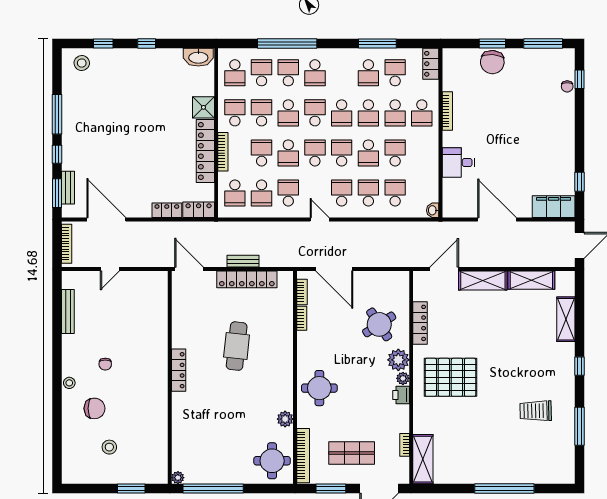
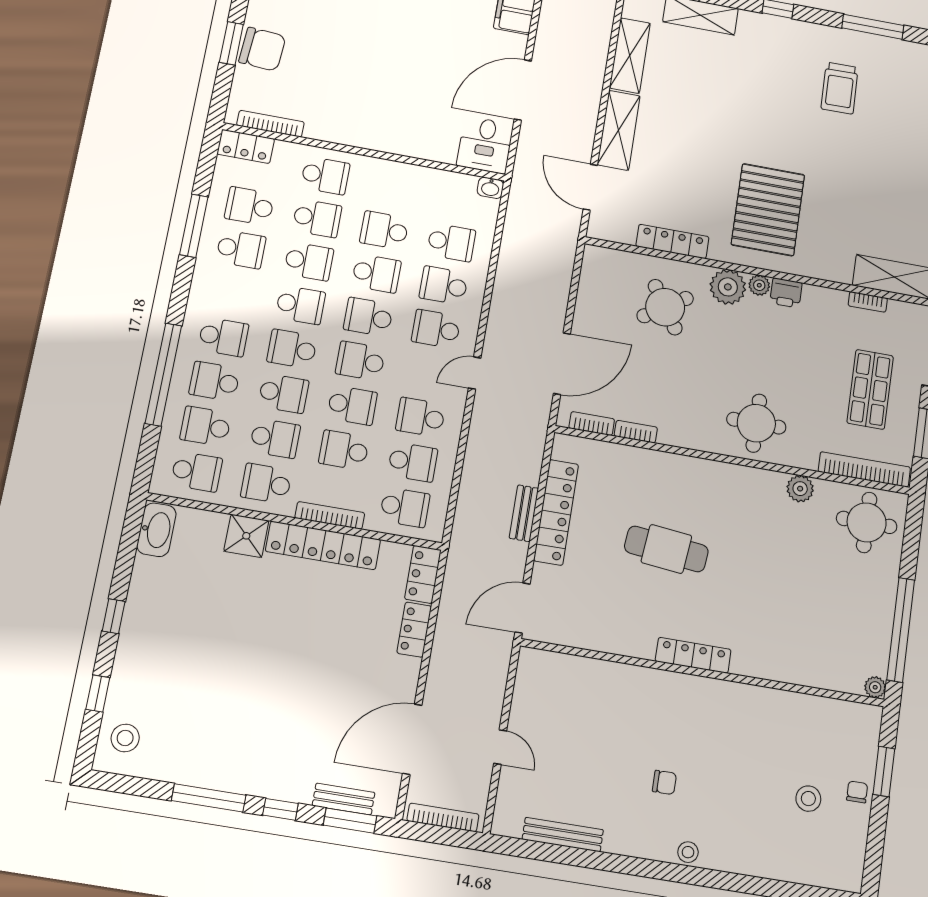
bookcase: (447, 111) -> (270, 124), moved
school desk: (262, 113) -> (275, 438), turned 180
desk: (458, 162) -> (485, 145), moved
school desk: (395, 193) -> (451, 242), turned 180
chair: (94, 408) -> (857, 792), moved, width x0.54, depth x0.54

